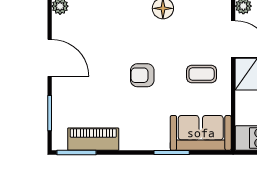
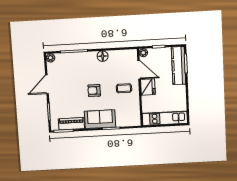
door: (50, 58) -> (47, 84), swing flipped
sofa: (201, 133) -> (100, 119), moved

